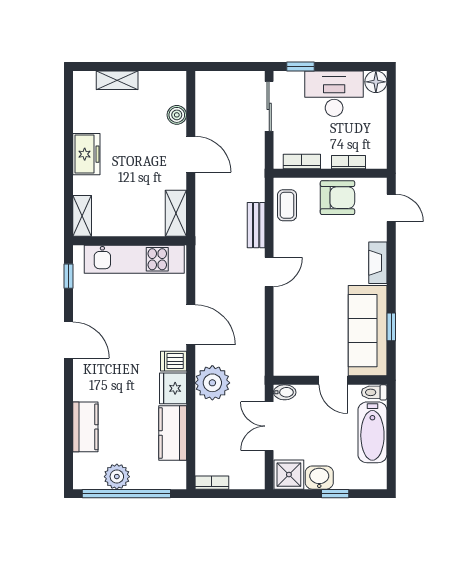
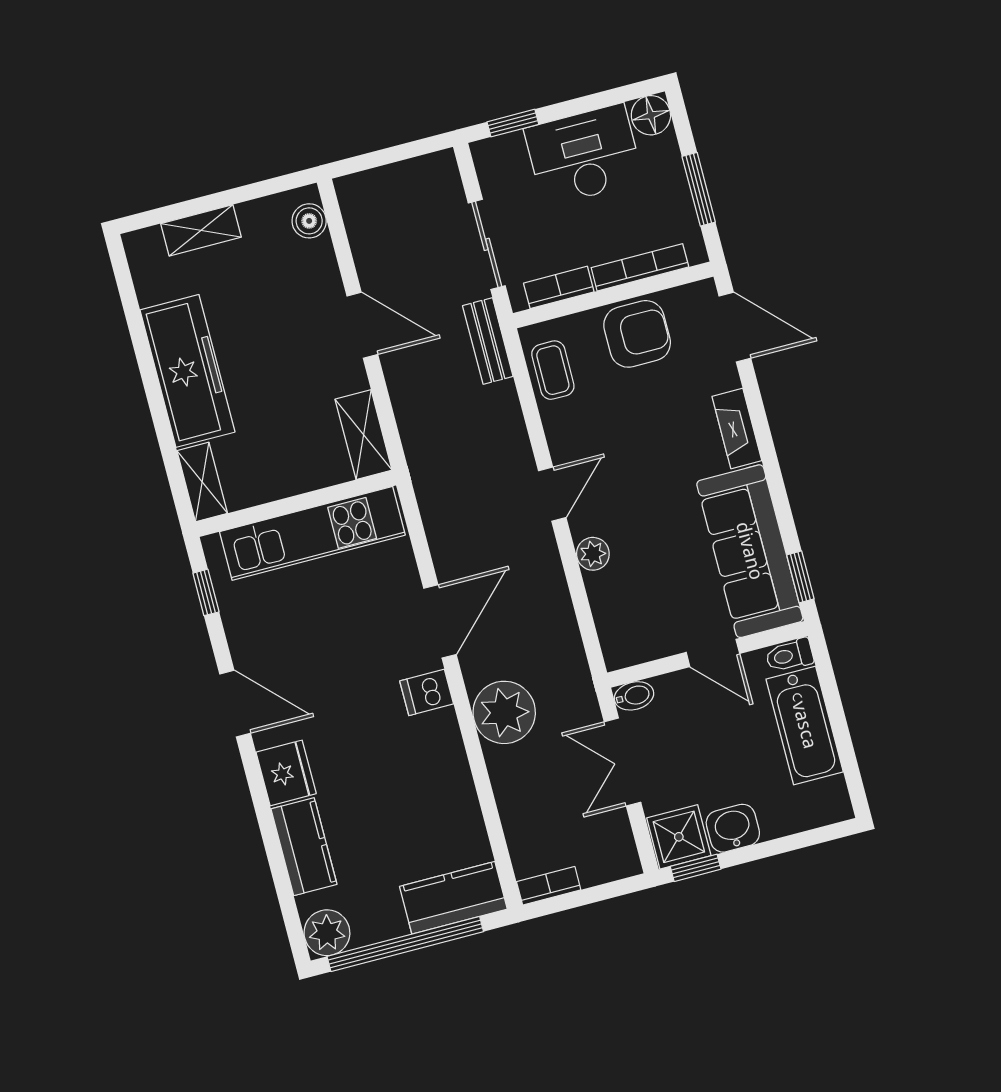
sliding door: (269, 106) -> (487, 244), moved
boiler: (177, 115) -> (309, 221), moved
window: (391, 128) -> (699, 189), added
freezer: (86, 154) -> (187, 371), width x1.91, depth x1.26
bookcase: (348, 162) -> (640, 267), width x1.56
door: (391, 208) -> (735, 327), width x1.38
bench: (256, 225) -> (488, 341), moved
plant: (283, 310) -> (593, 554), added
door: (191, 325) -> (440, 621), hinge flipped
window: (391, 327) -> (800, 577), moved
fridge: (173, 388) -> (286, 773), moved, turned 180
kitchen counter: (173, 433) -> (453, 898), moved, turned 90
plant: (117, 477) -> (327, 933), moved
window: (335, 494) -> (696, 868), moved

